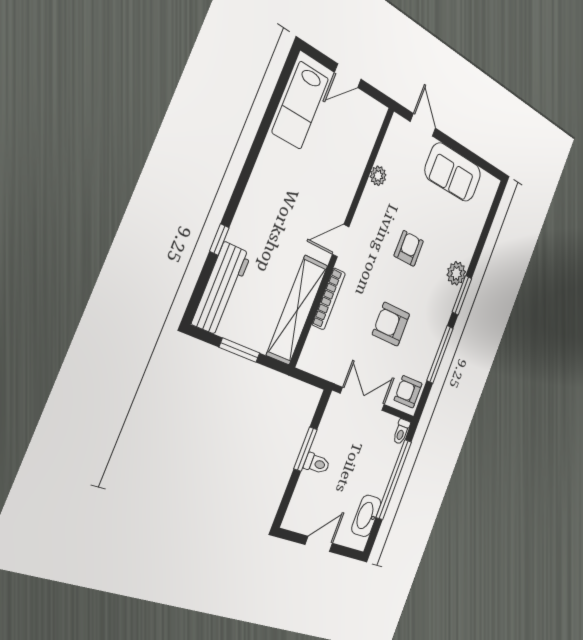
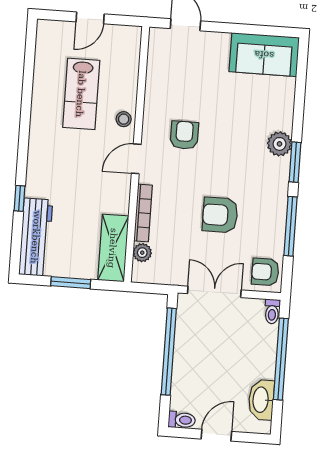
lab bench: (300, 105) -> (81, 94), moved
sofa: (453, 172) -> (264, 55), moved
plant: (378, 176) -> (142, 253), moved
stool: (343, 195) -> (124, 119), added
armchair: (409, 248) -> (184, 135), moved
shelving: (297, 310) -> (113, 248), width x0.68
window: (305, 449) -> (169, 352), width x2.11
toilet: (317, 464) -> (182, 420), moved

